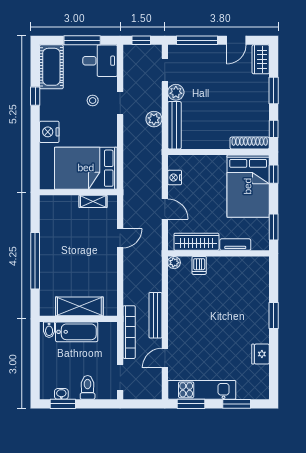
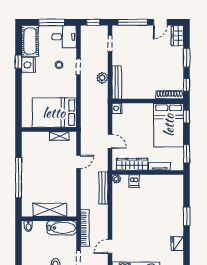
plant: (176, 92) -> (118, 59), removed
nightstand: (49, 132) -> (29, 65), moved
nightstand: (175, 177) -> (117, 108), moved
bench: (155, 315) -> (103, 188), moved
bathtub: (77, 332) -> (61, 228), moved

